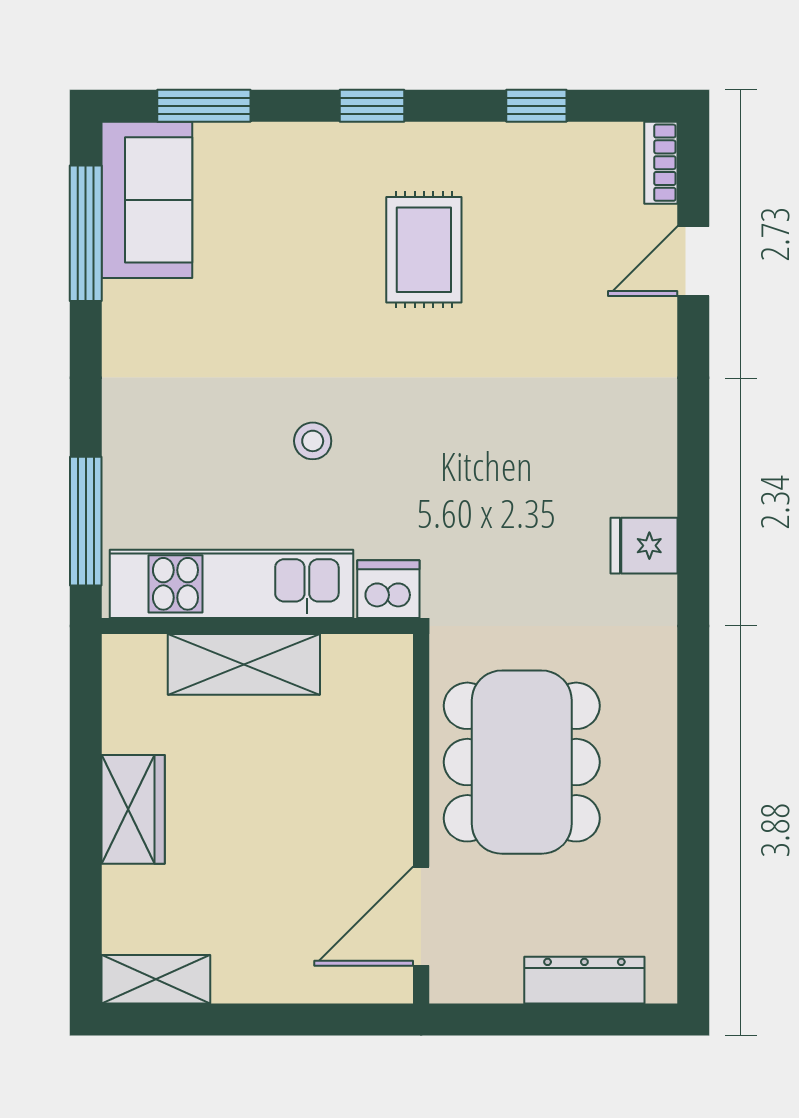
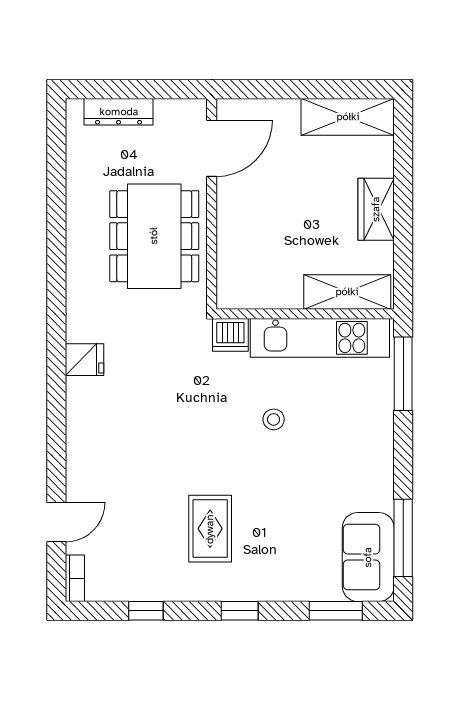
shelving: (244, 664) -> (347, 292), moved
shelving: (156, 979) -> (348, 117), width x1.50, depth x1.33

